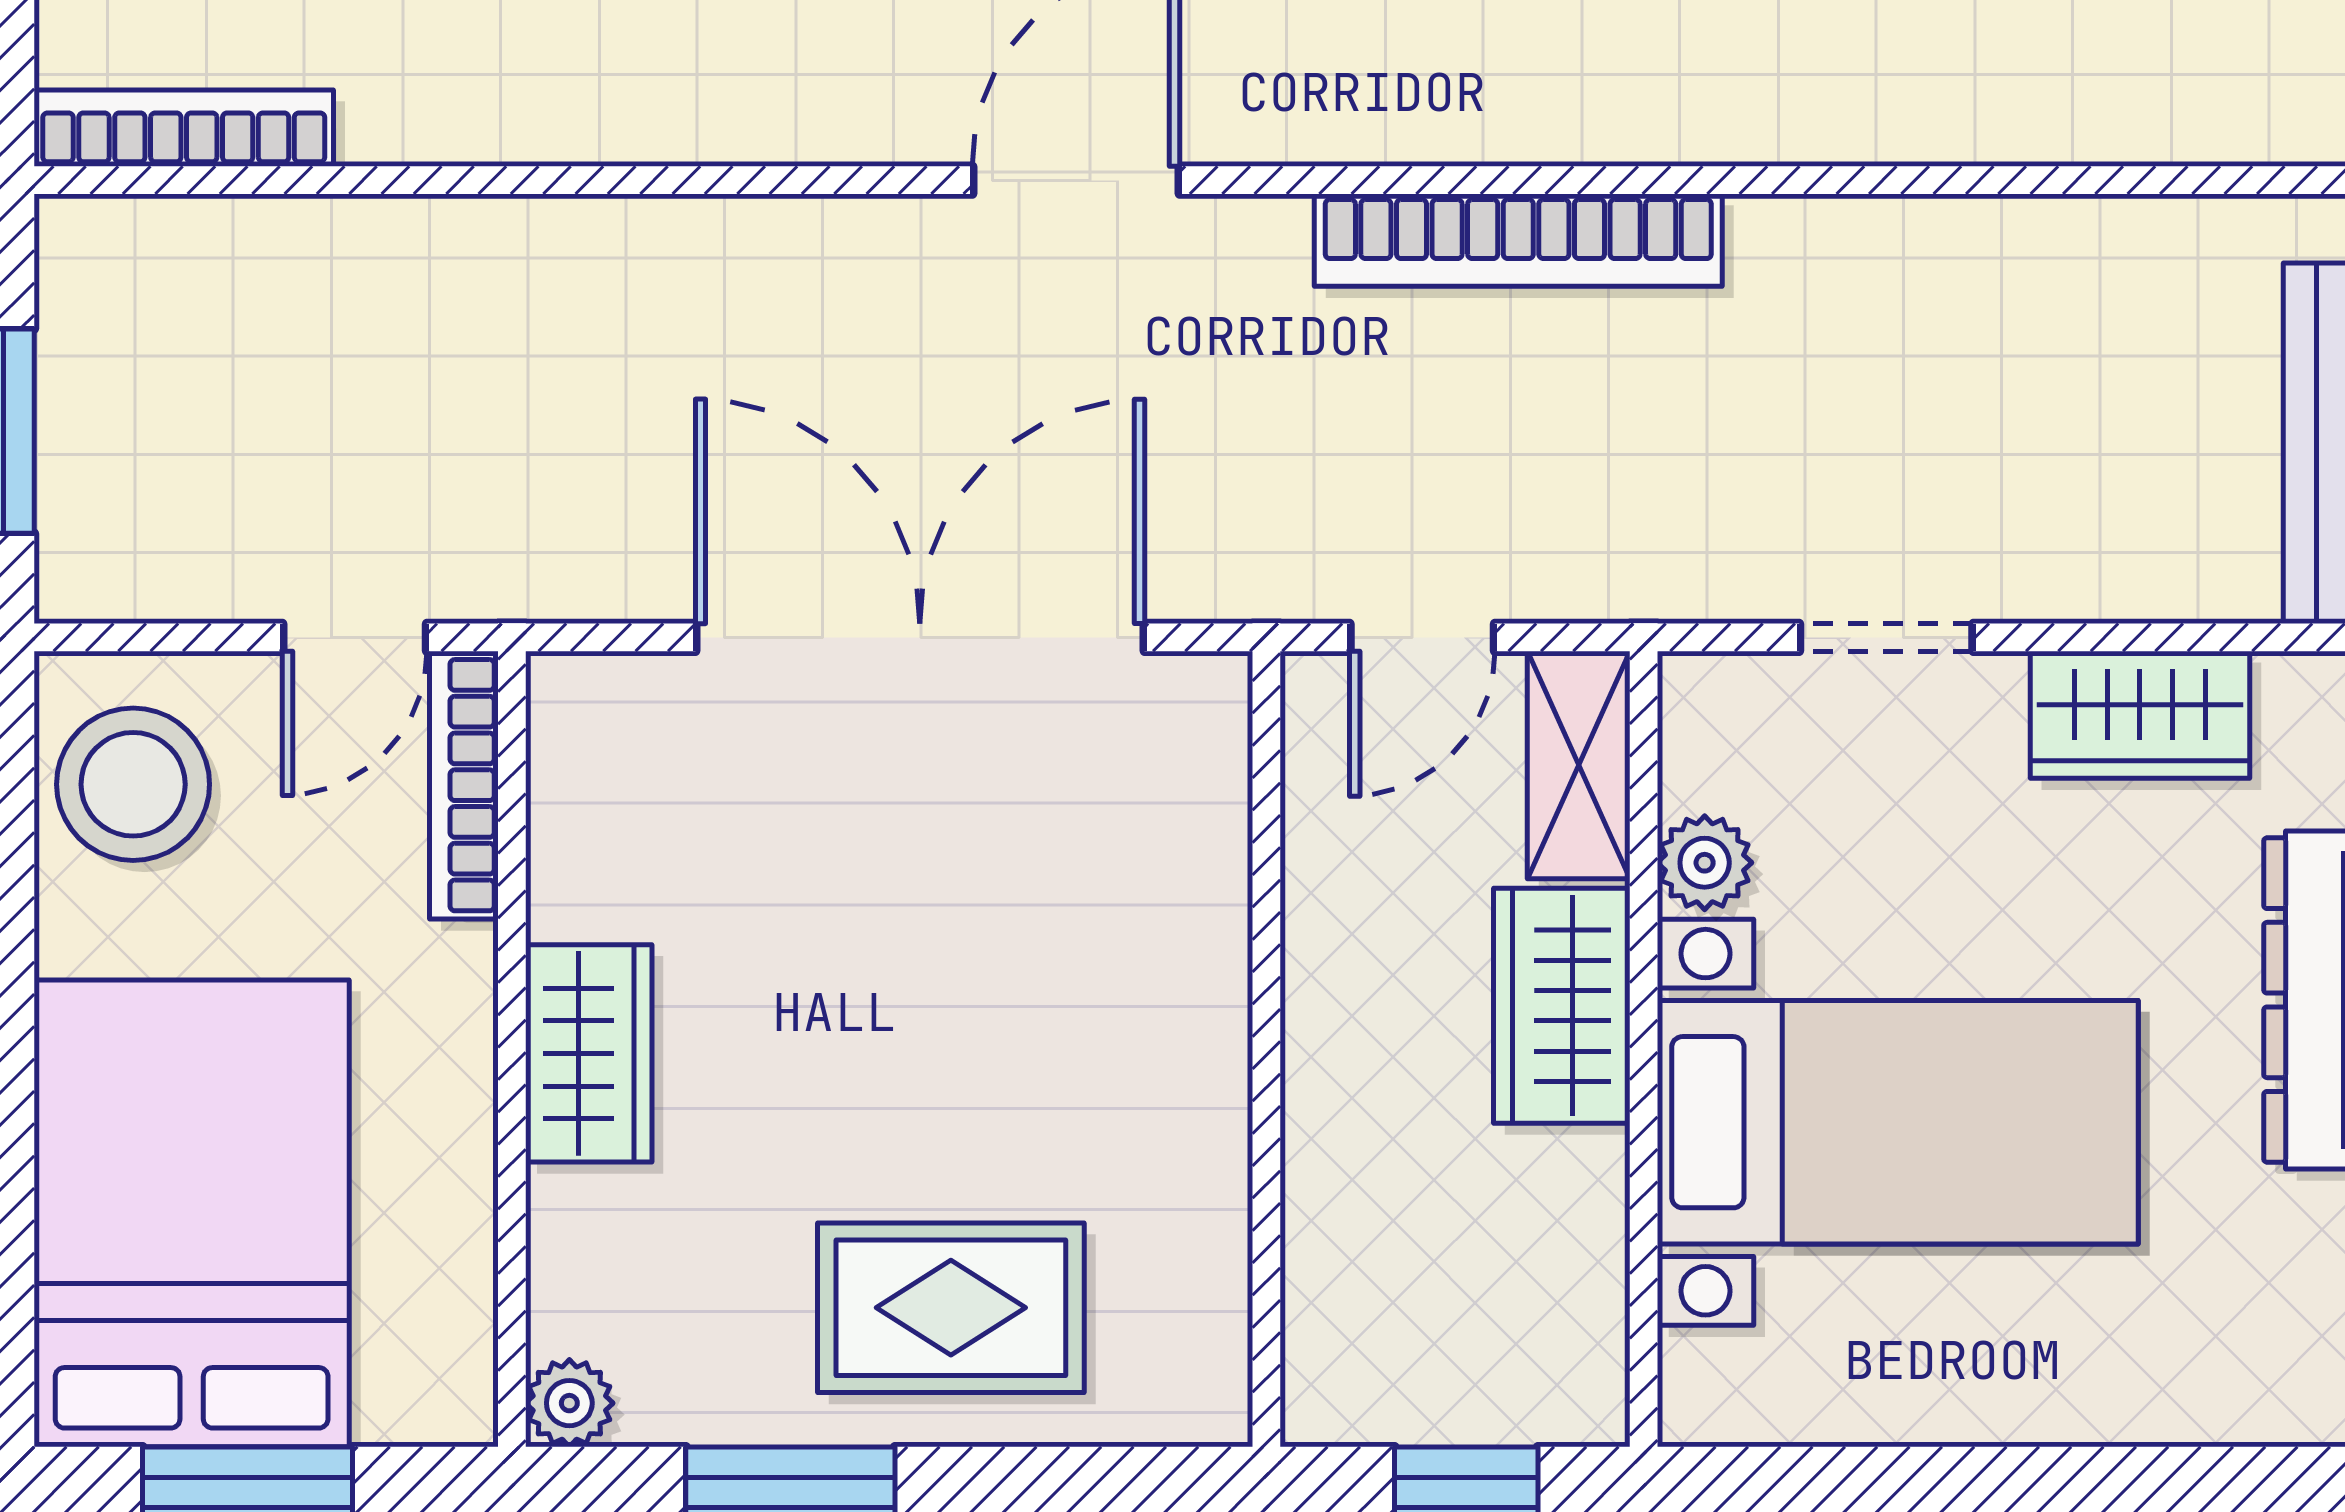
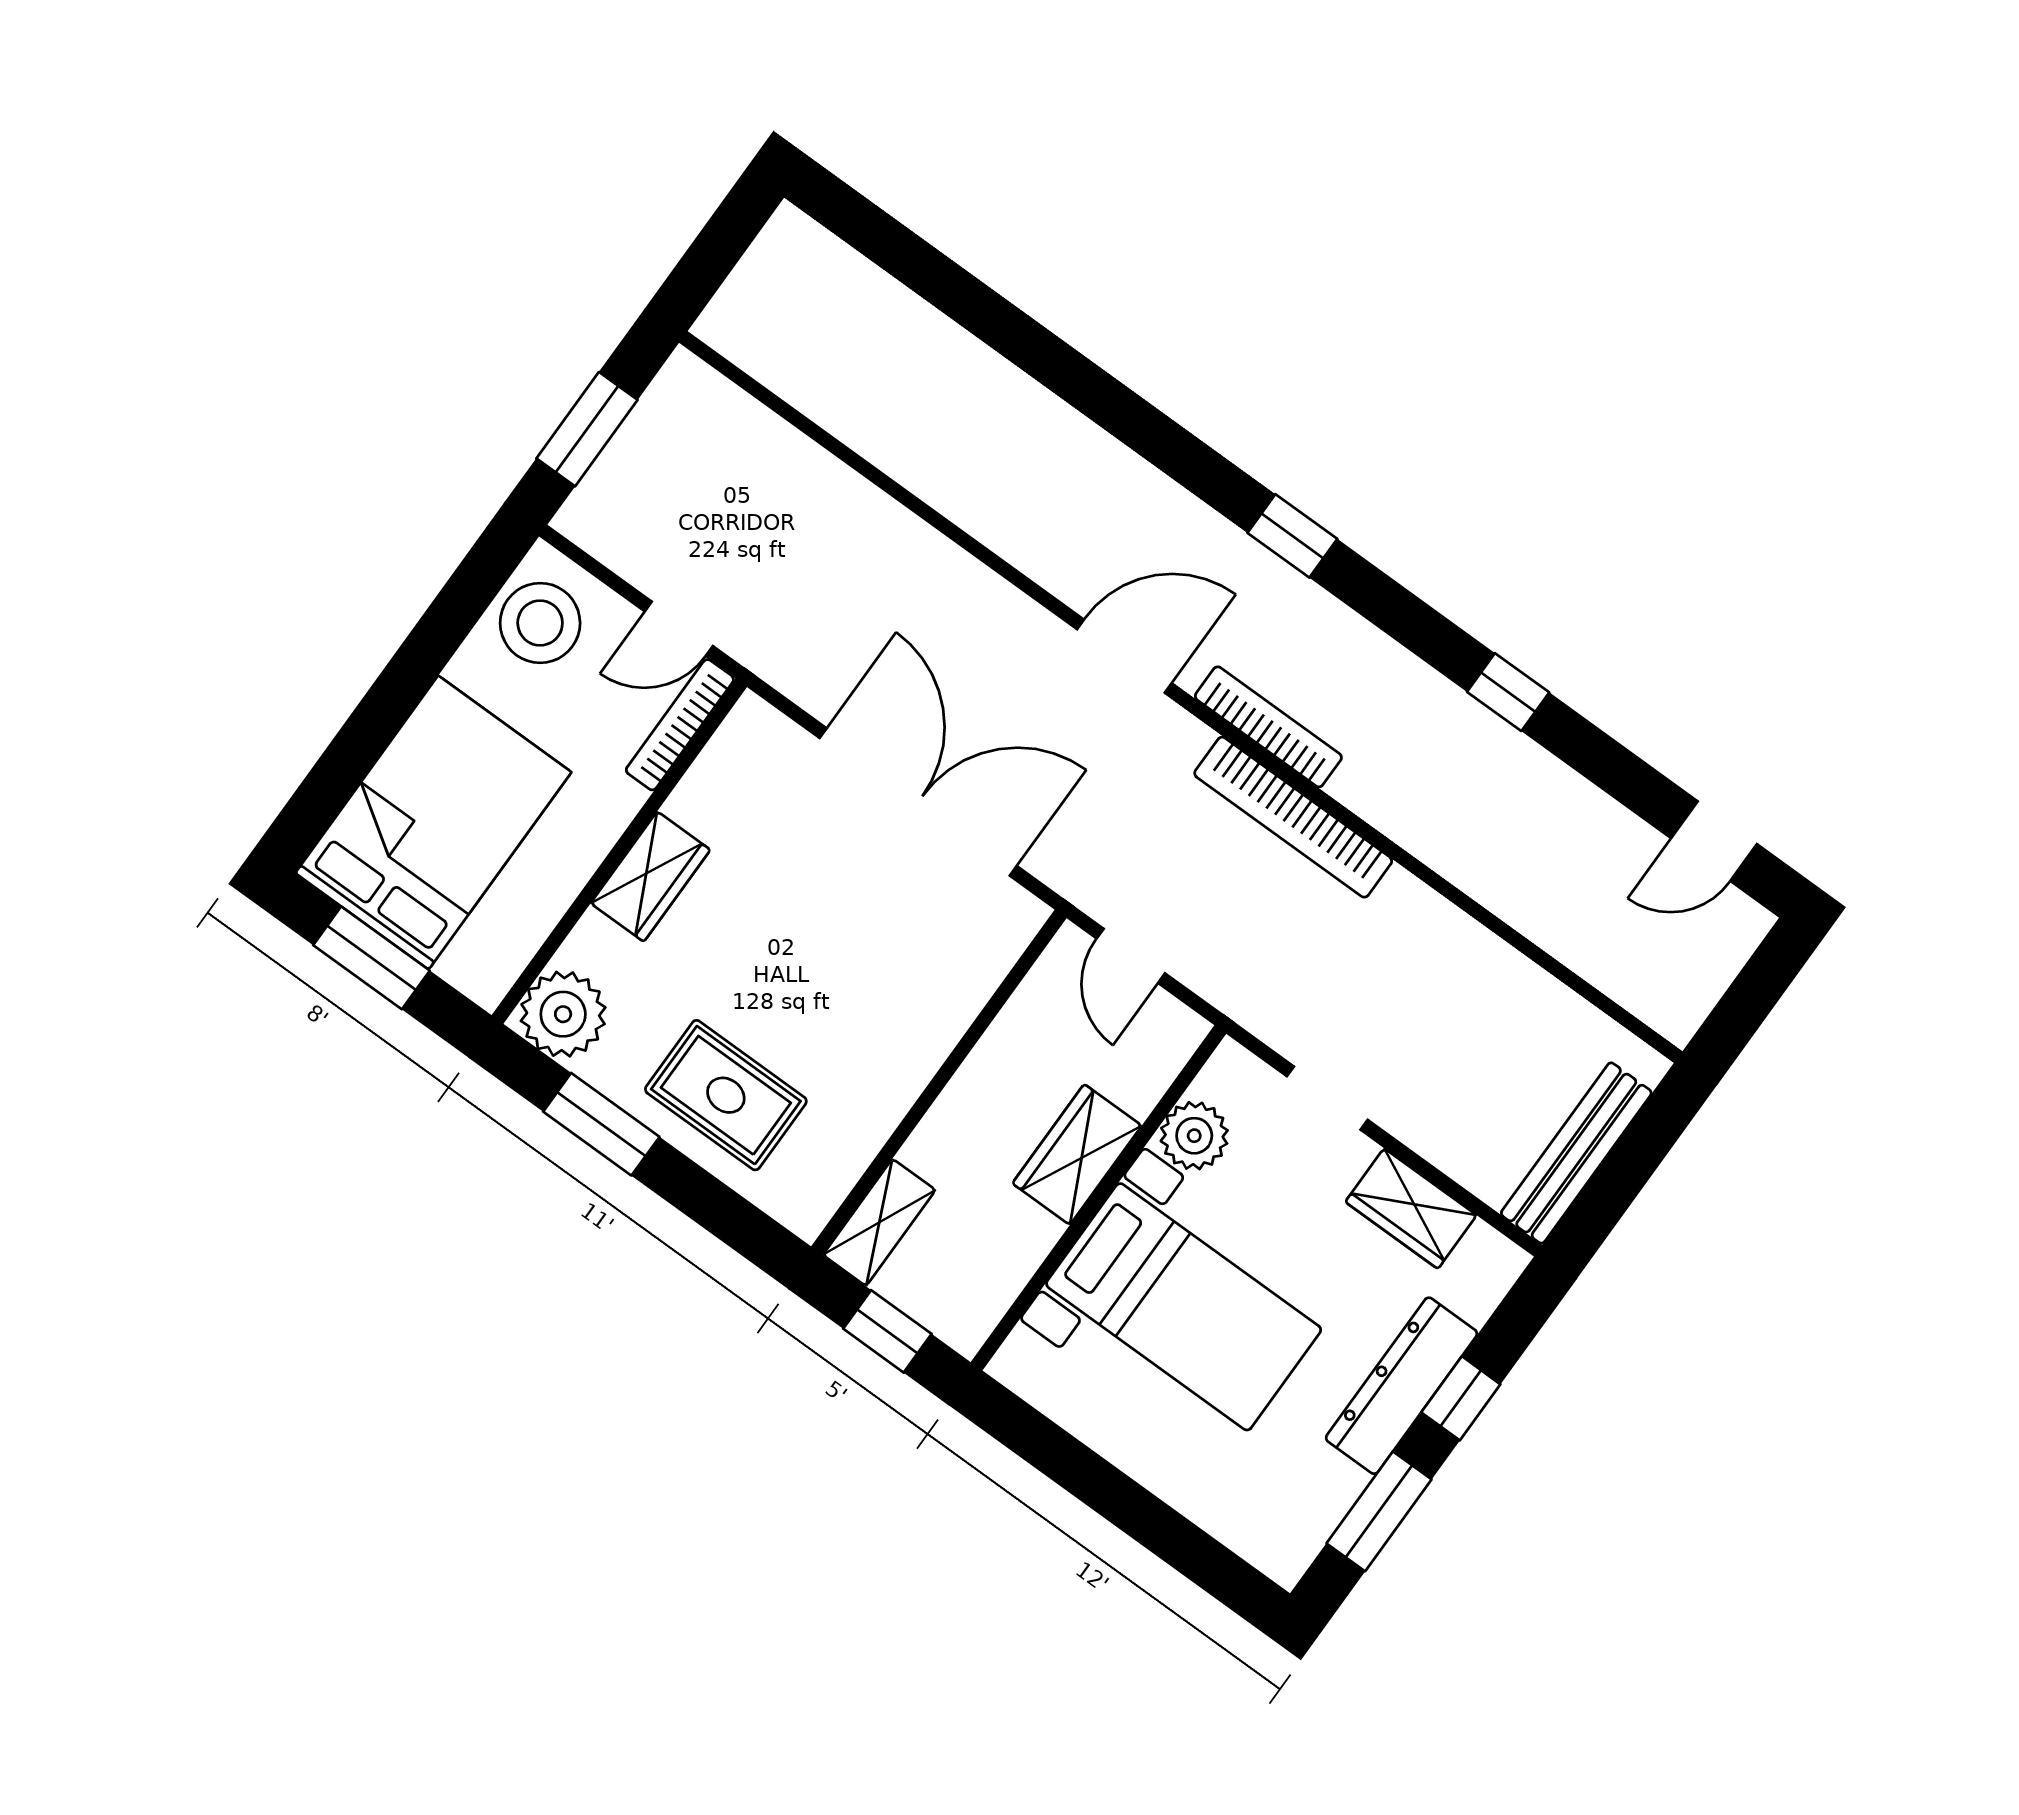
bookcase: (184, 128) -> (1268, 727), moved
door: (1422, 637) -> (1131, 956), hinge flipped
shelving: (1579, 765) -> (879, 1222), moved
plant: (1705, 863) -> (1194, 1136), width x1.38, depth x1.38
plant: (569, 1403) -> (563, 1014), width x1.87, depth x1.87

